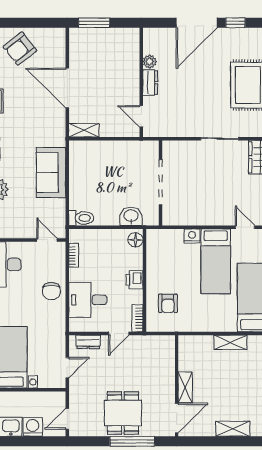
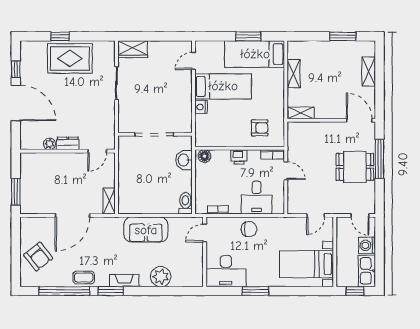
dresser: (88, 342) -> (293, 197), removed
door: (67, 368) -> (316, 215), swing flipped
shelving: (185, 387) -> (301, 113), moved

